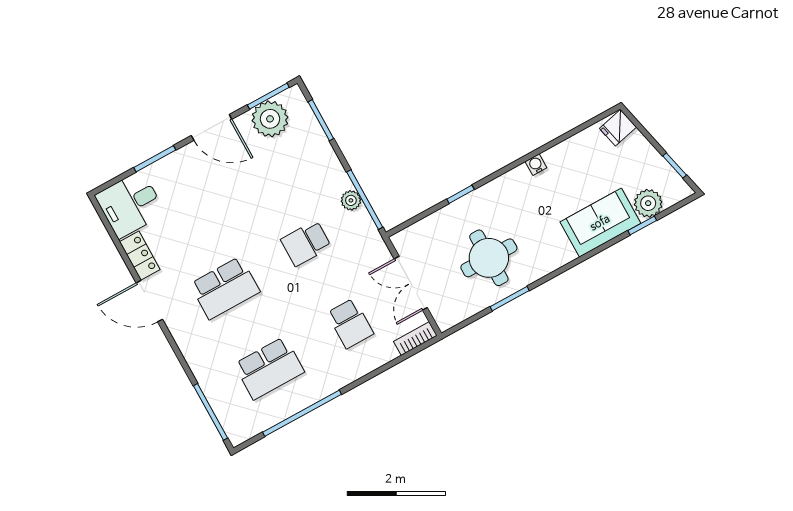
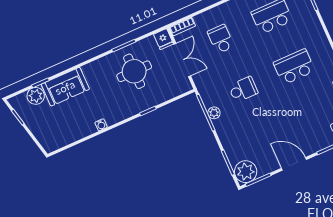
plant: (270, 119) -> (246, 172), moved
fridge: (618, 128) -> (163, 39), moved, turned 103

